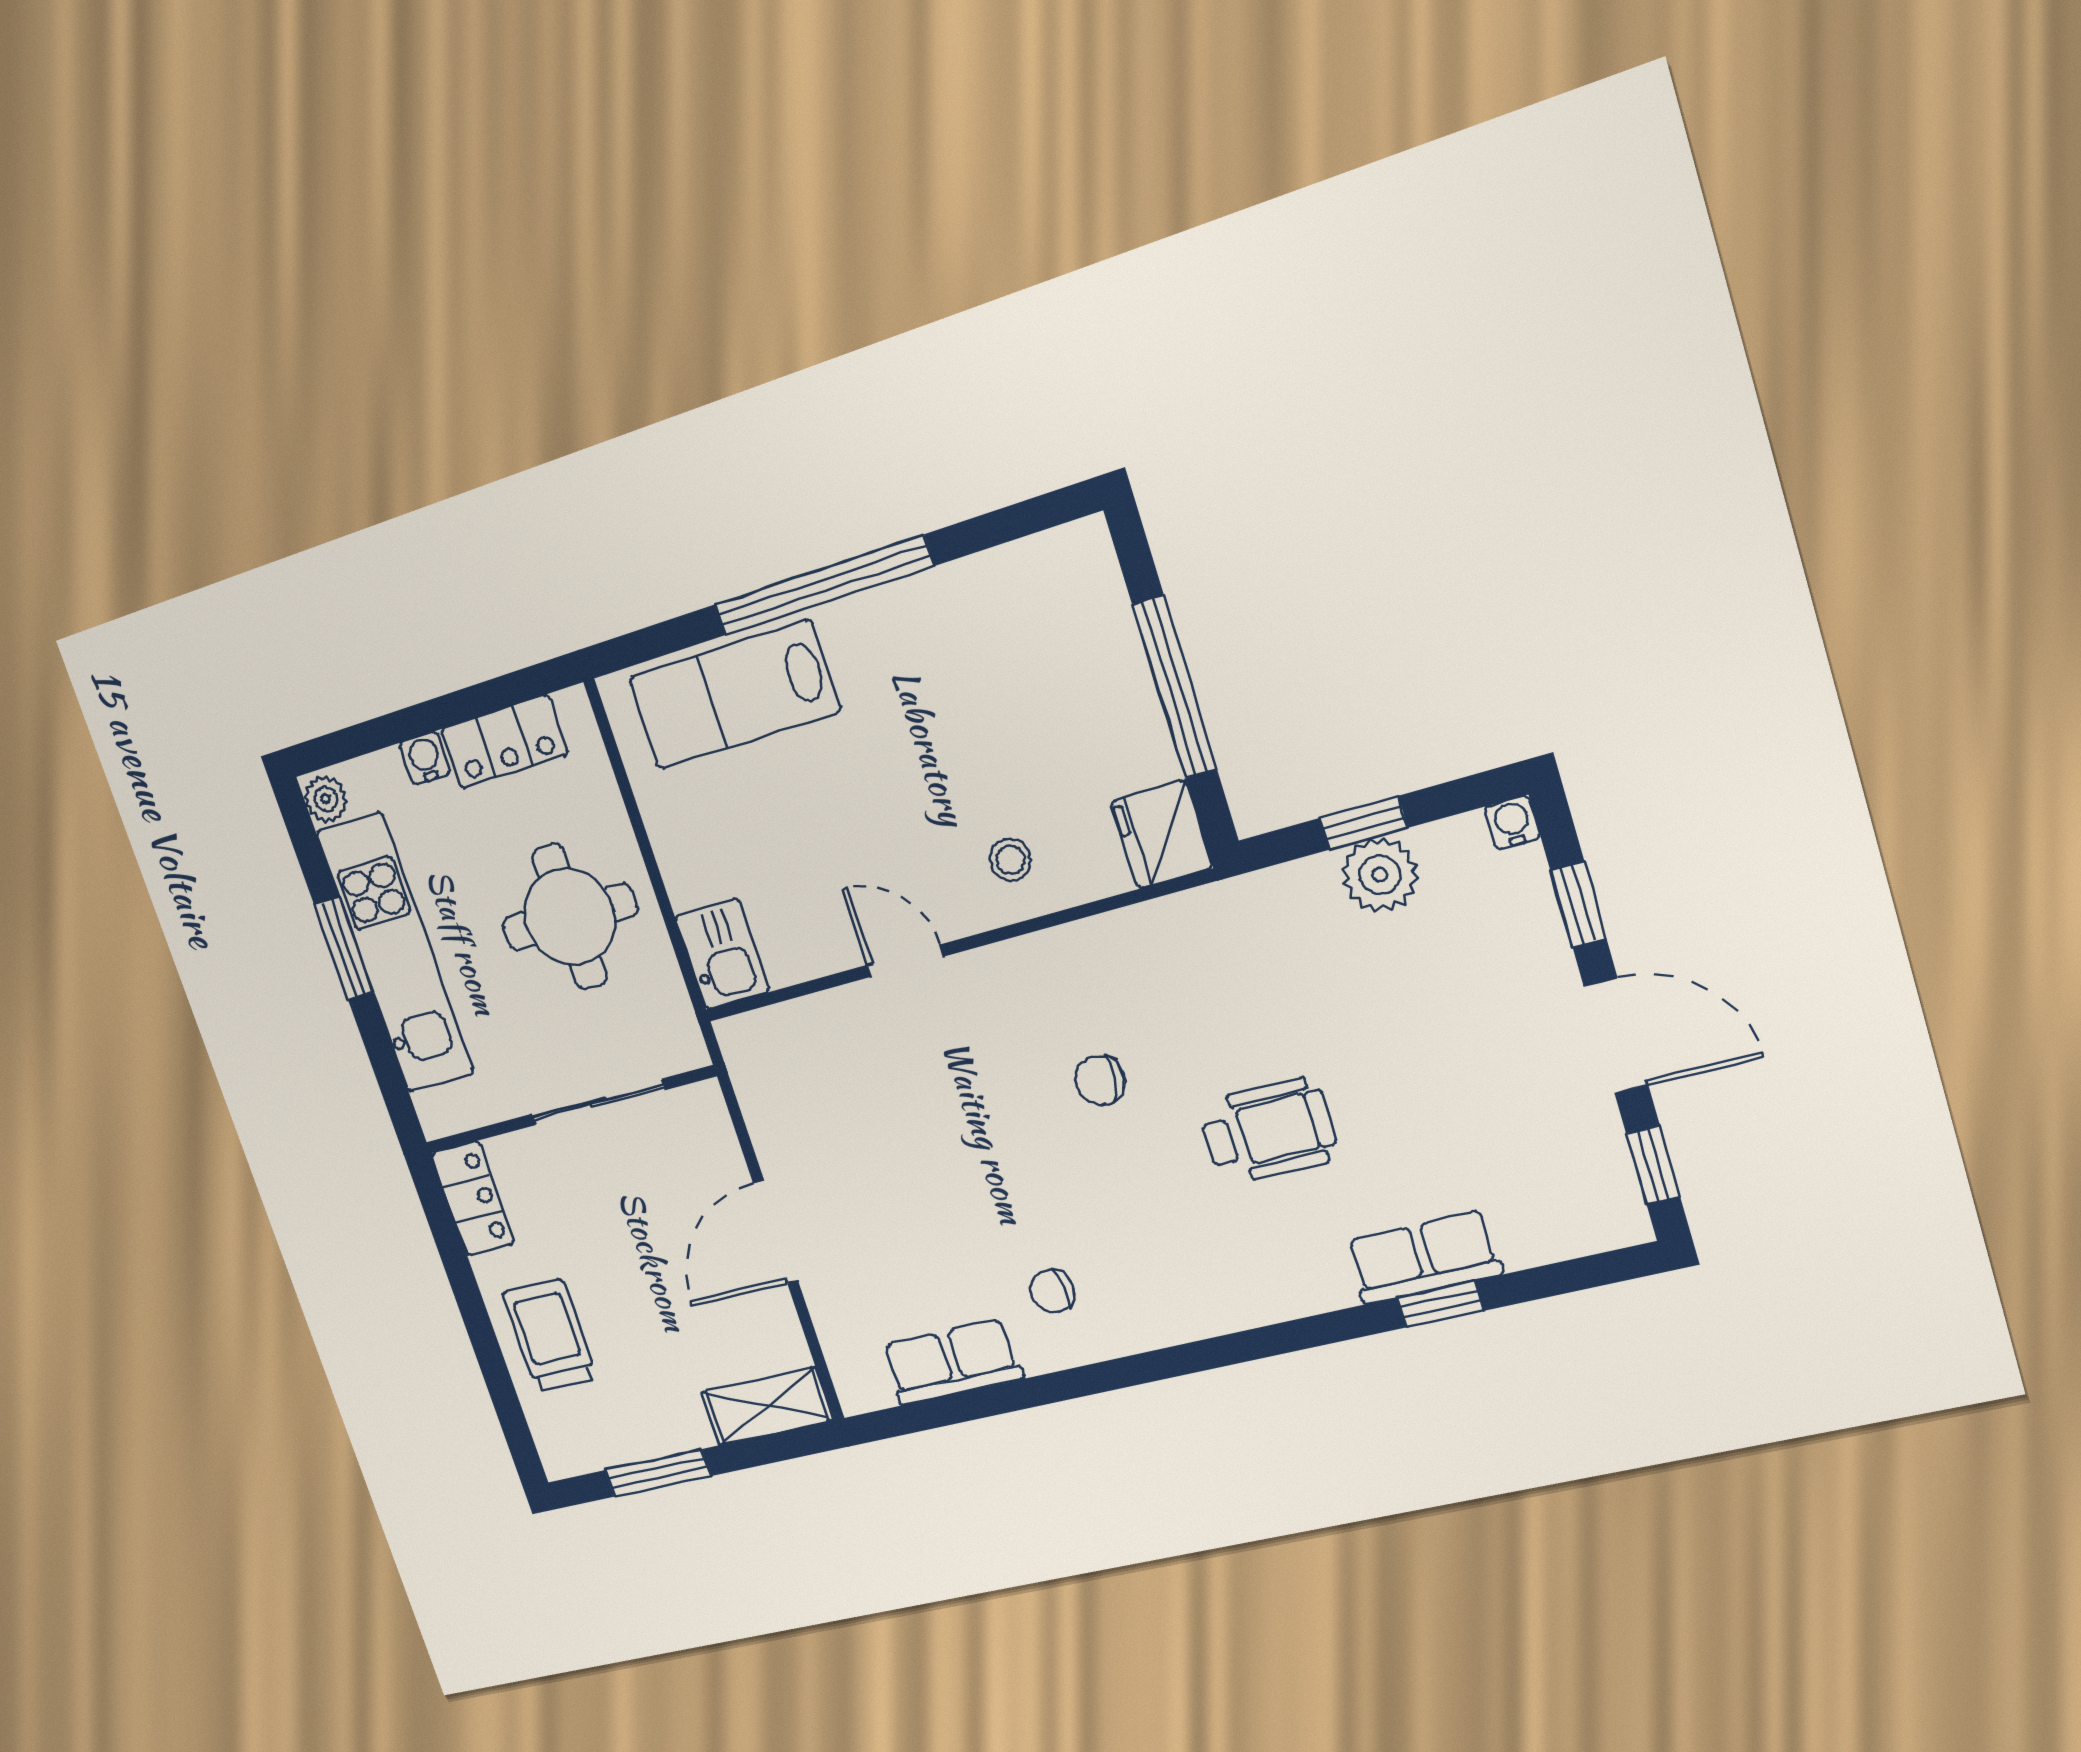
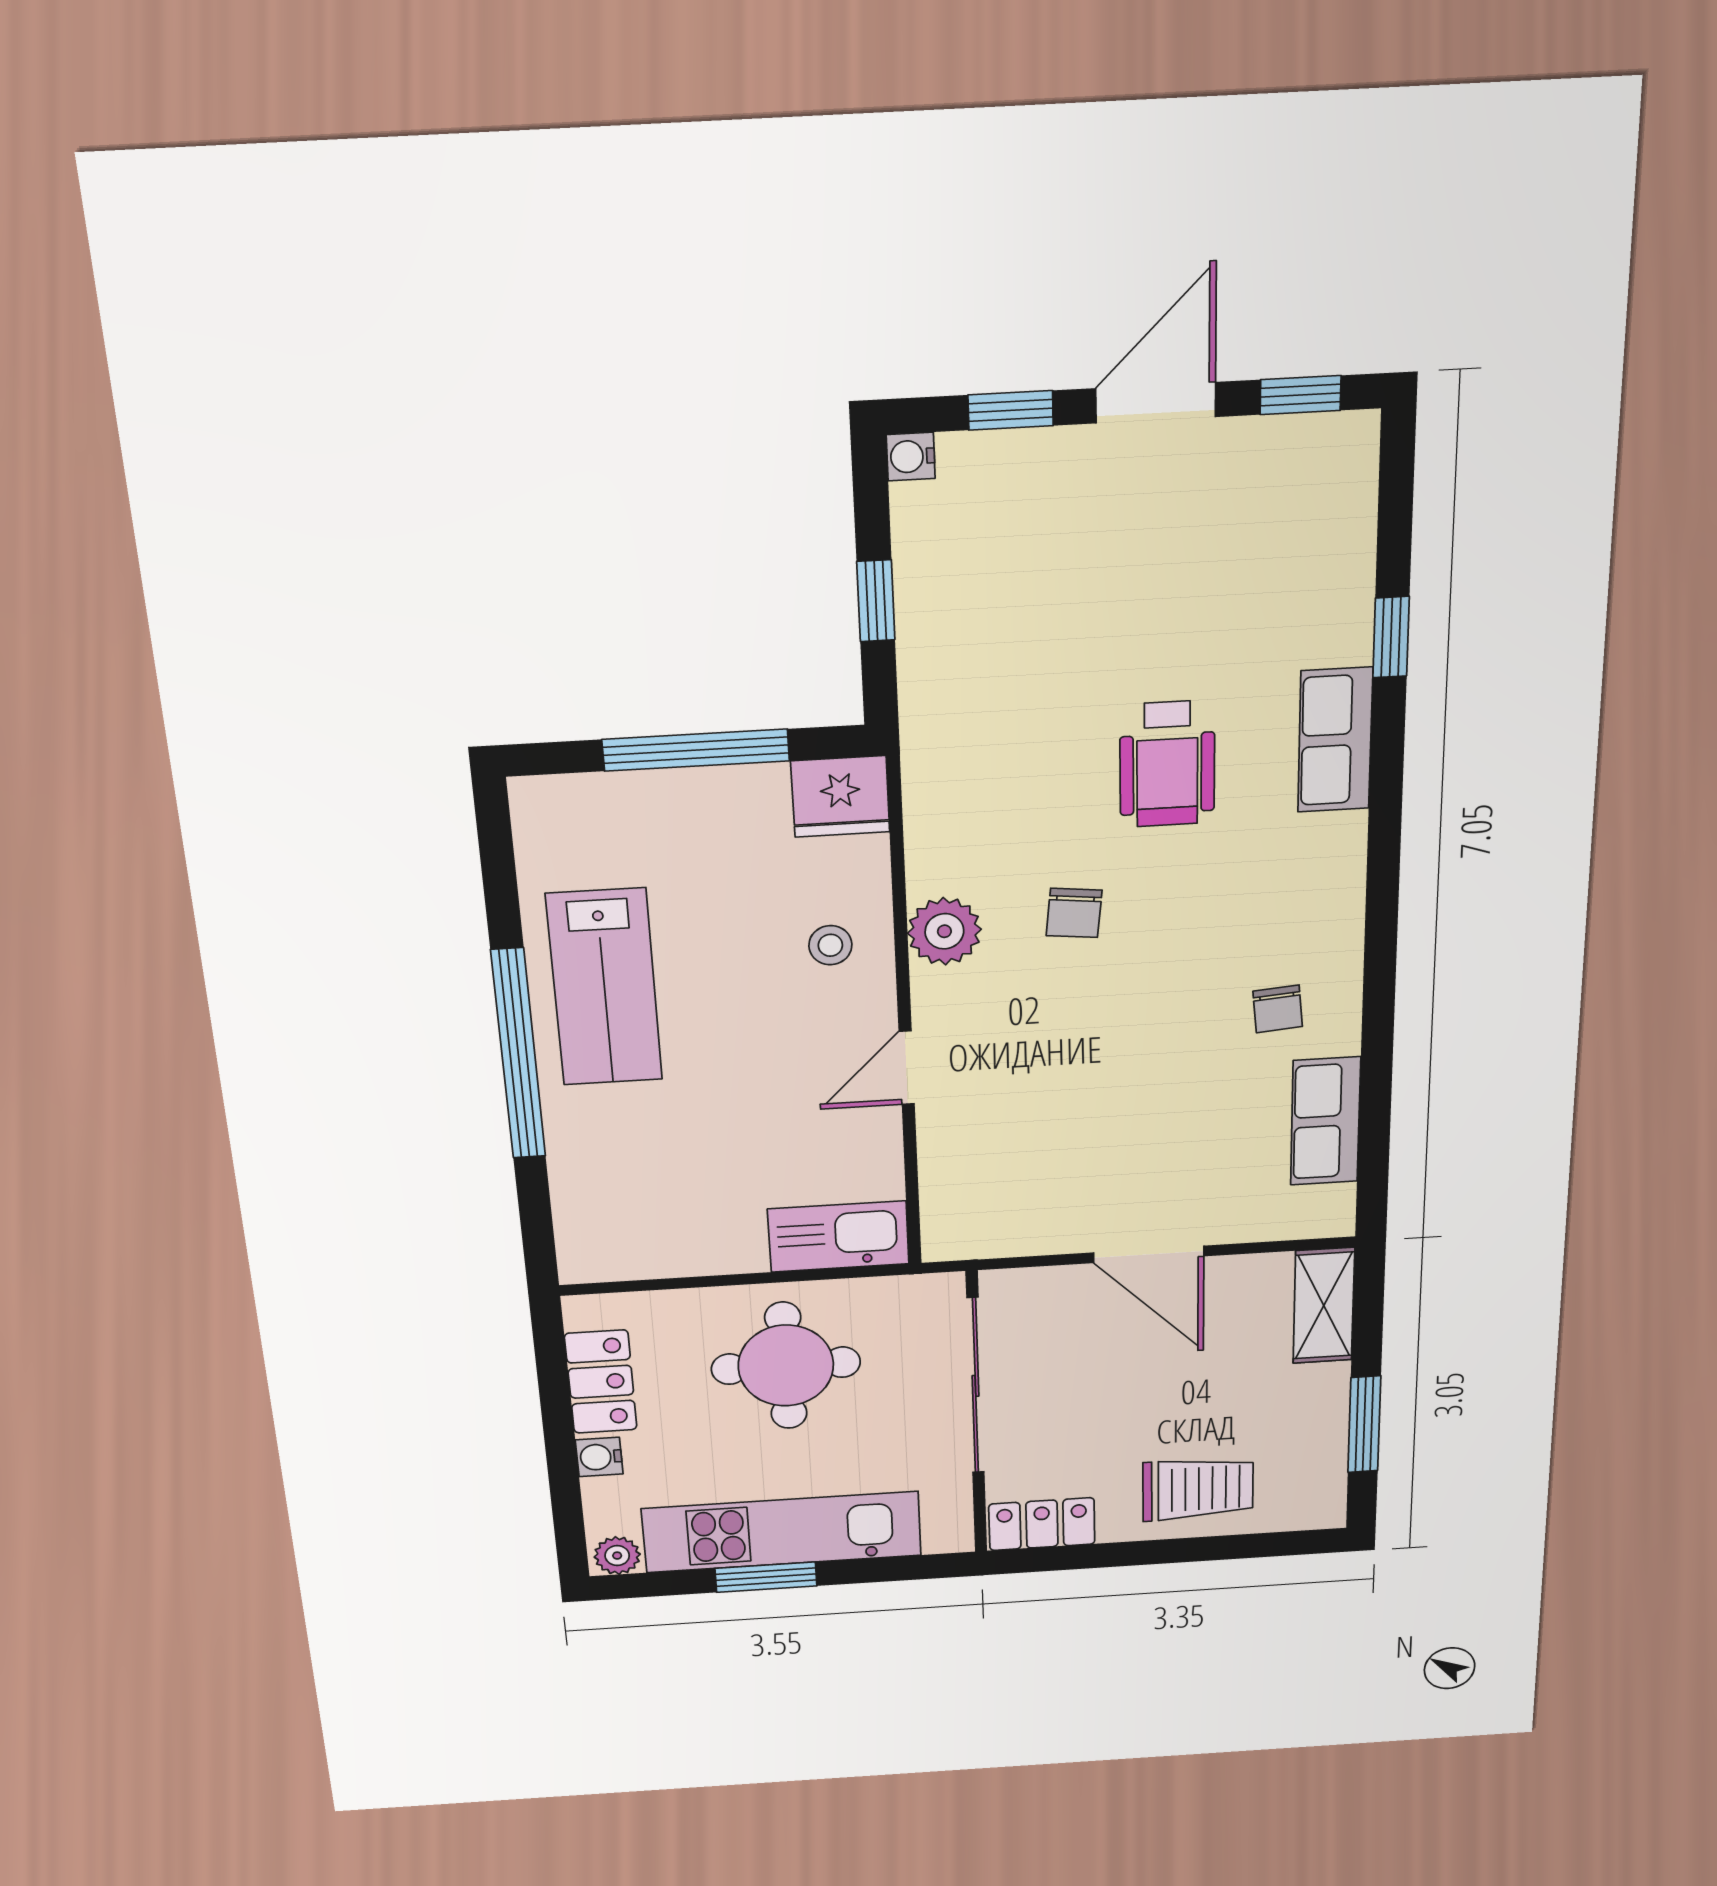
lab bench: (734, 695) -> (604, 988), moved
plant: (1380, 875) -> (944, 931), moved
kitchen sink: (722, 954) -> (838, 1237), width x1.38
sliding door: (598, 1102) -> (975, 1386), width x1.37
wheelchair: (1268, 1131) -> (1167, 764), turned 180
row of seats: (1424, 1257) -> (1335, 740), moved
trolley: (550, 1336) -> (1198, 1489), turned 180

